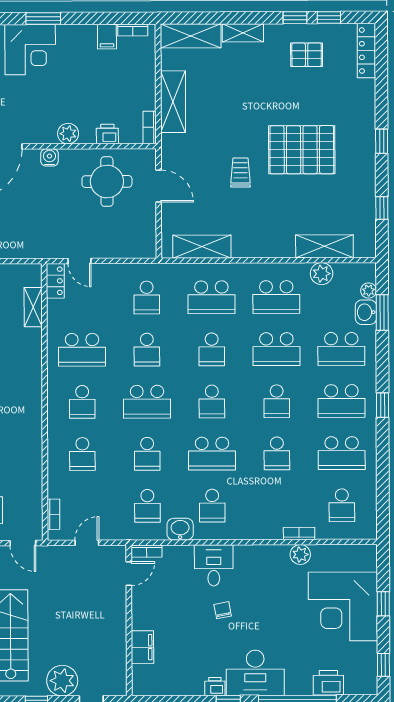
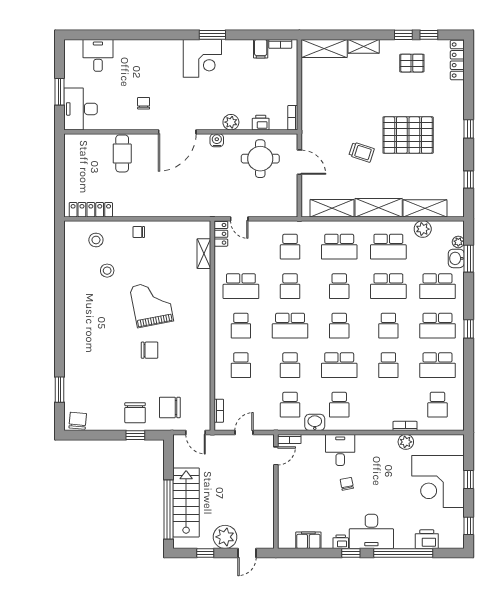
shelving: (173, 102) -> (379, 208), moved, turned 90
trolley: (240, 172) -> (362, 152), turned 108
filing cabinet: (142, 647) -> (308, 540), moved, turned -90

